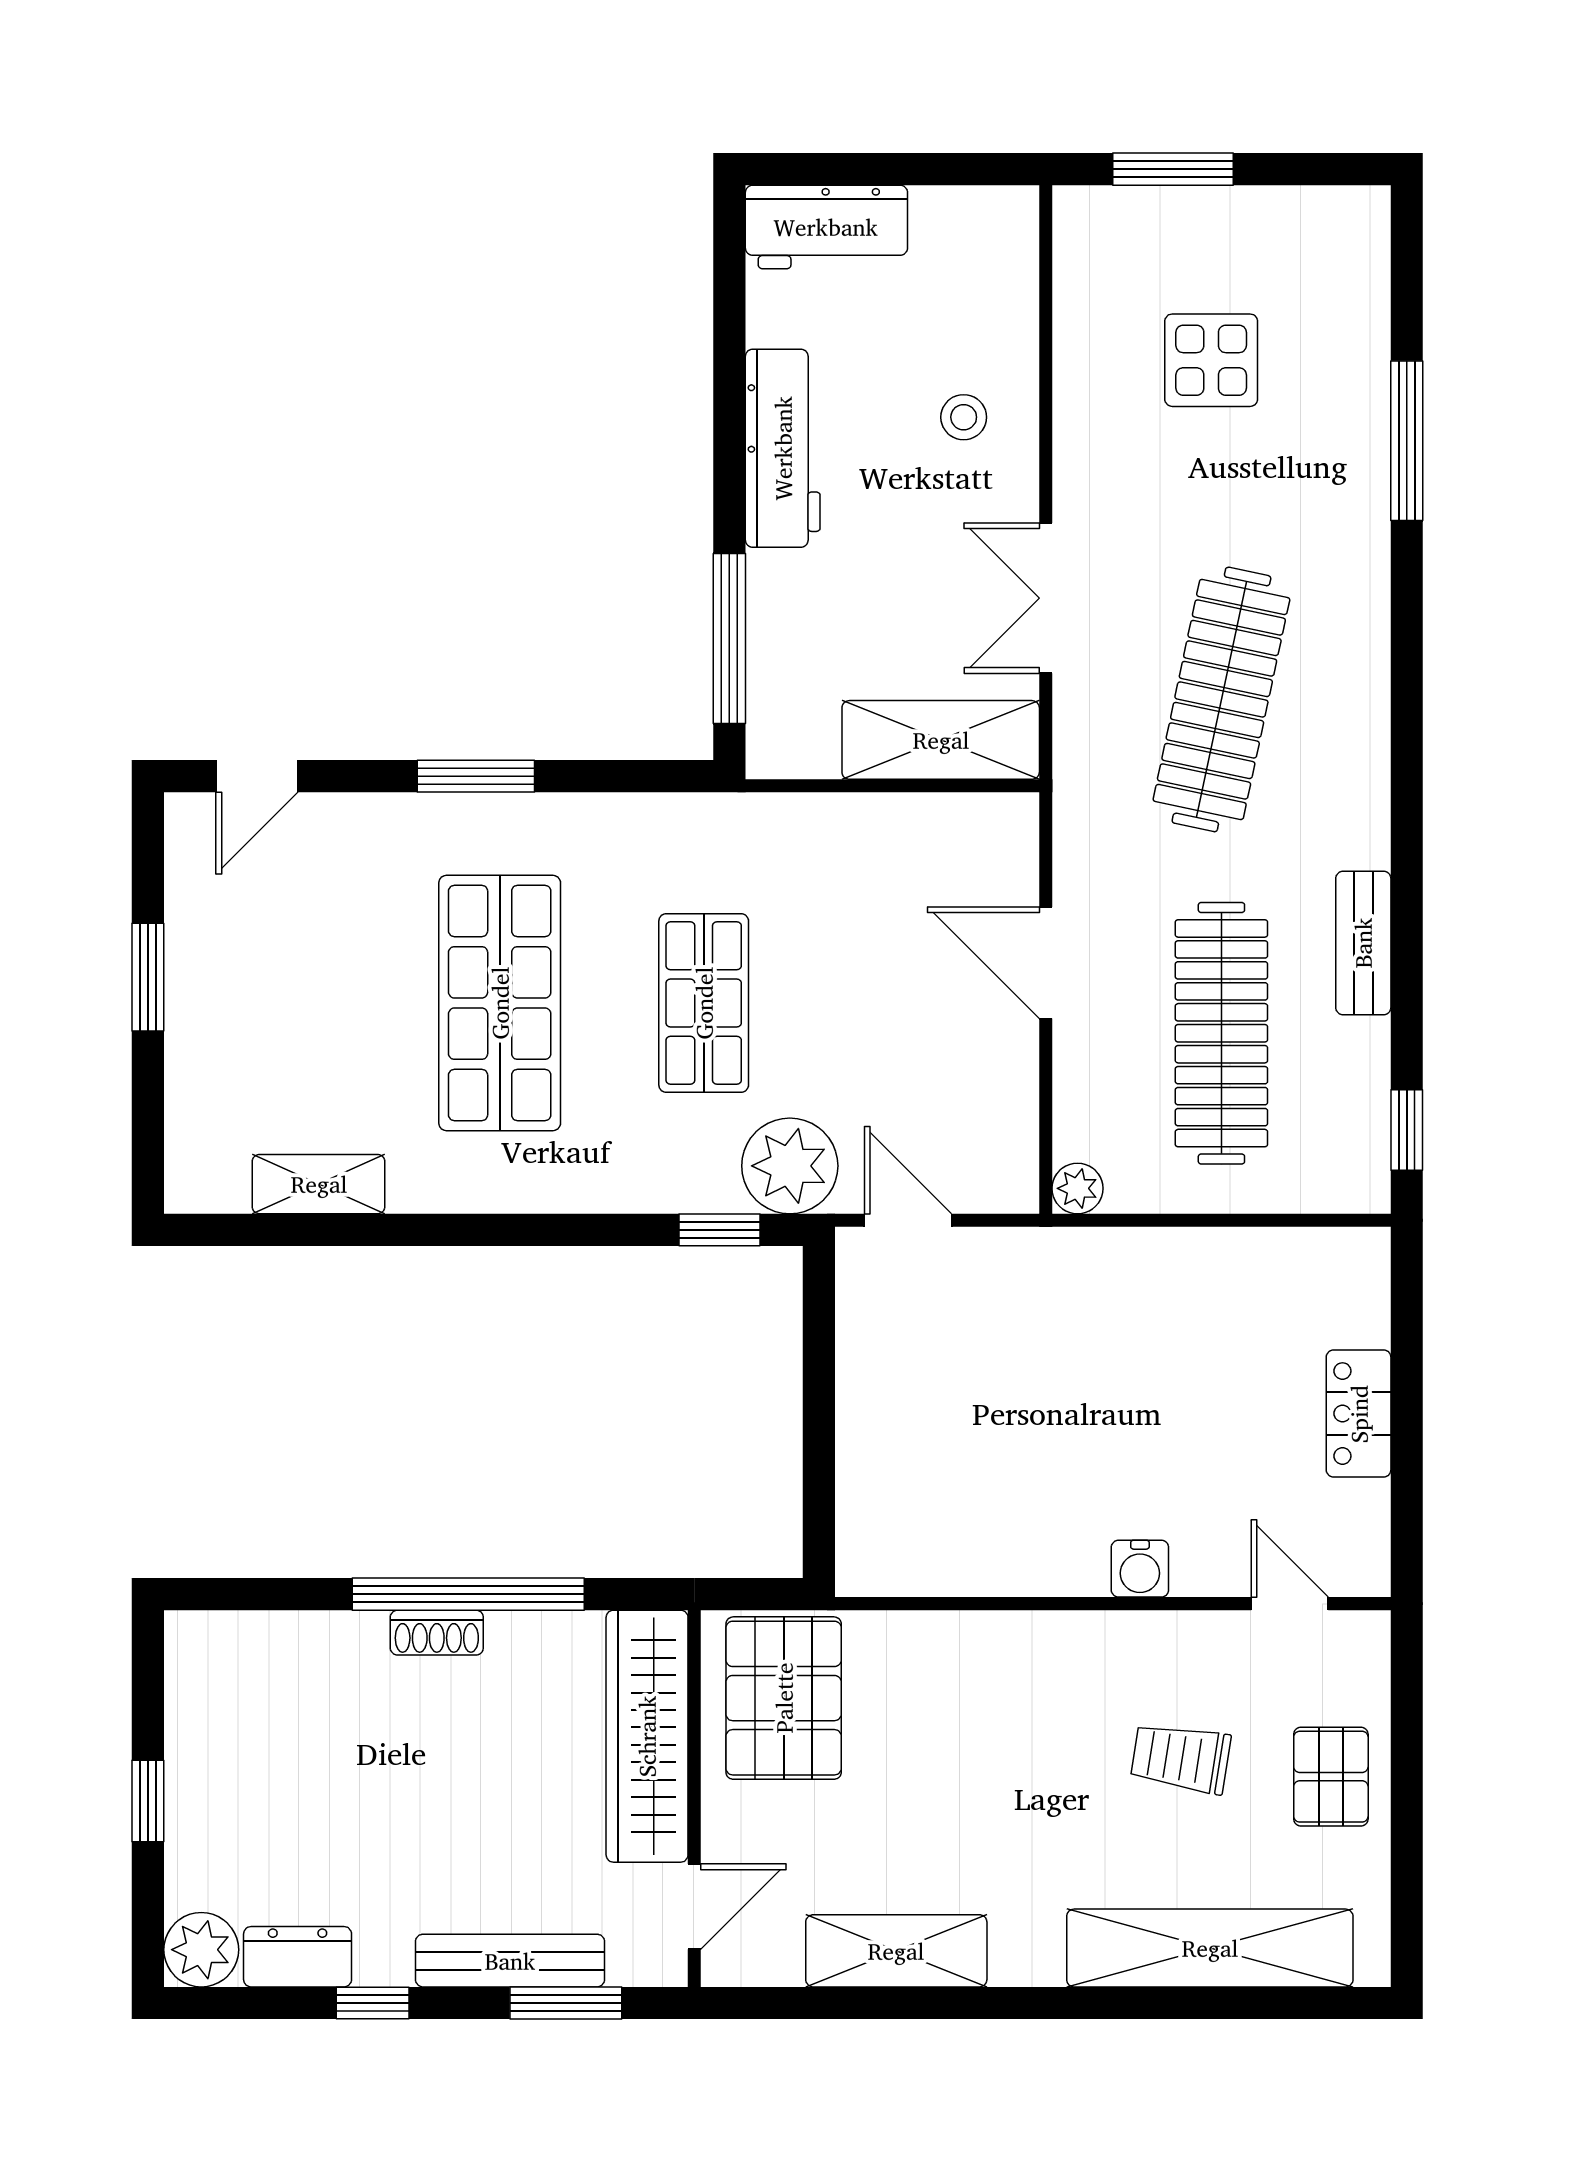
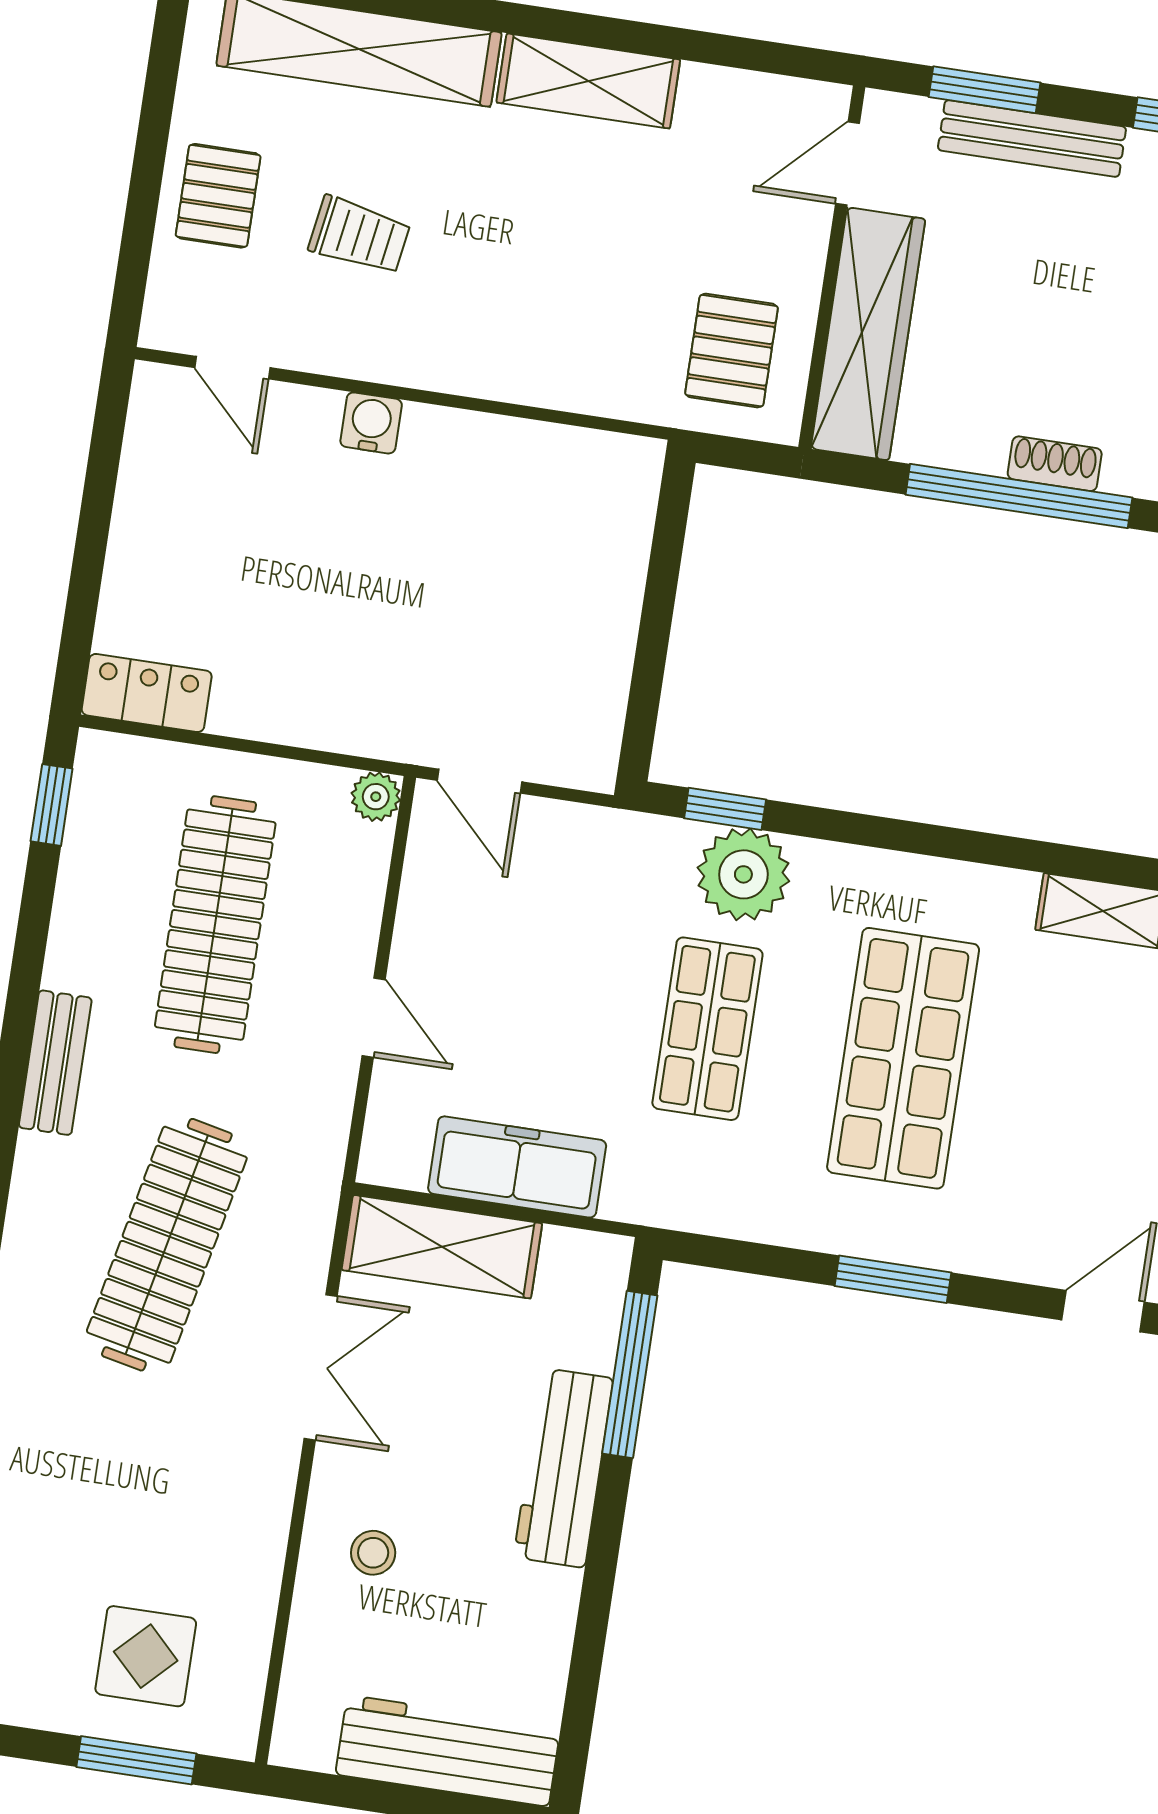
workbench: (826, 227) -> (448, 1751), width x1.38
display table: (1211, 360) -> (146, 1656), moved
workbench: (783, 448) -> (563, 1468), moved
freezer: (876, 833) -> (517, 1167), added
bench: (1363, 943) -> (55, 1063), moved
door: (1046, 963) -> (374, 1018), width x0.73
plant: (790, 1166) -> (743, 874), moved
door: (908, 1220) -> (480, 781), moved
locker: (1359, 1414) -> (147, 693), moved, turned -90
pallet: (784, 1698) -> (732, 351), width x0.67, depth x0.71
shelving: (896, 1951) -> (588, 81), moved

